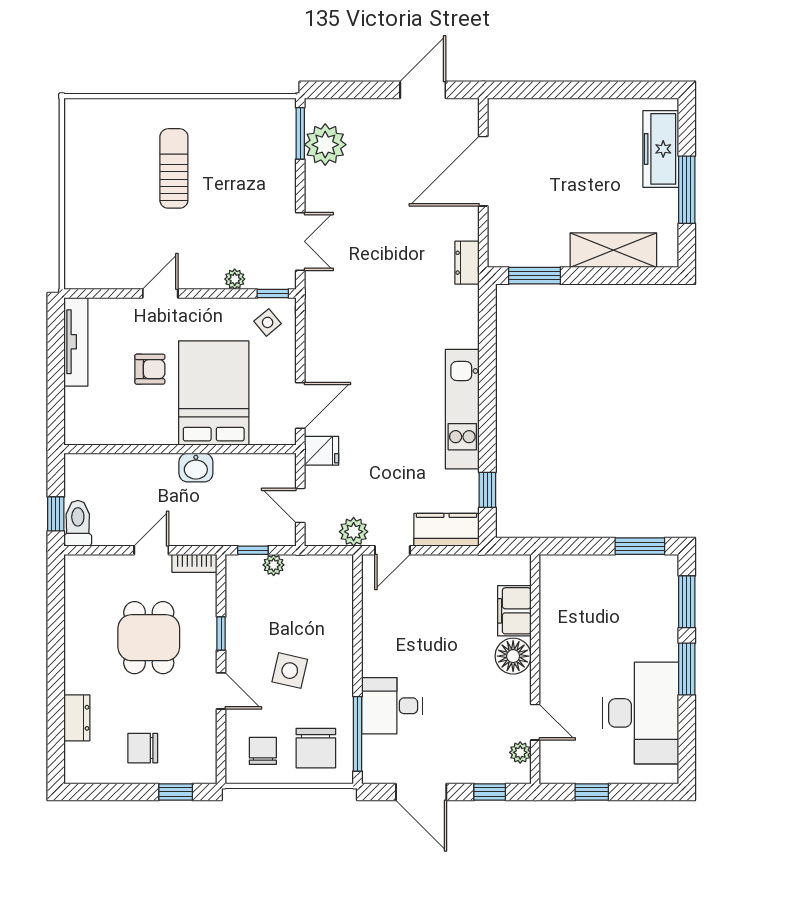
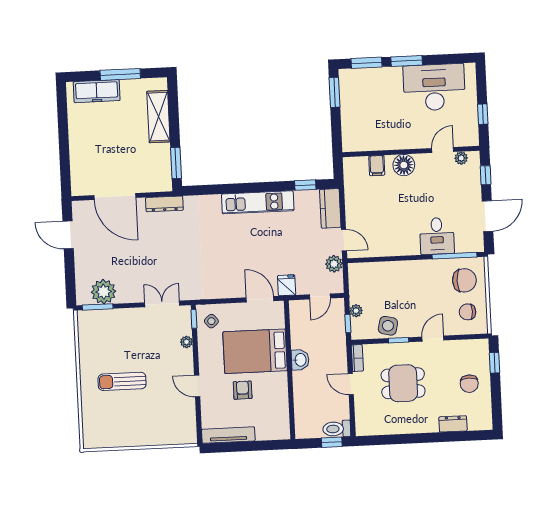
dresser: (467, 263) -> (164, 204), width x1.44
filing cabinet: (514, 611) -> (377, 166), width x0.50
side table: (290, 671) -> (388, 326), moved

